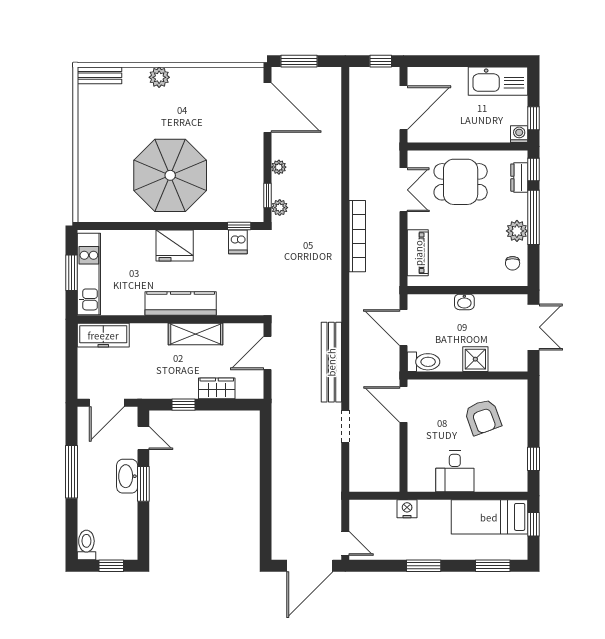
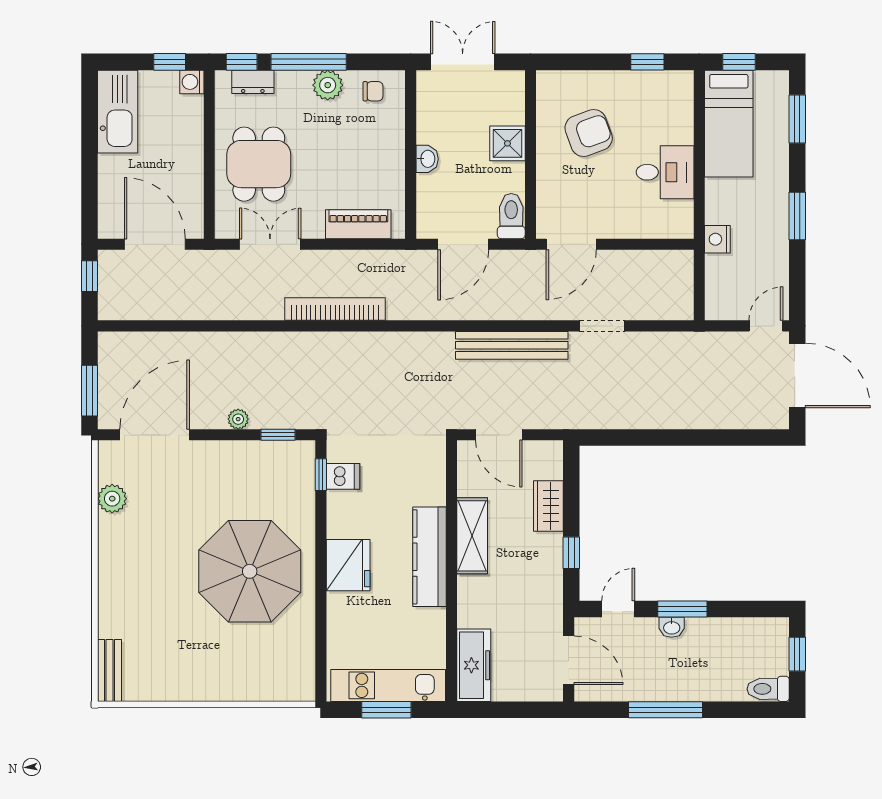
plant: (159, 77) -> (112, 499), moved
plant: (280, 208) -> (295, 418), removed
washbasin: (127, 476) -> (672, 627), width x0.52, depth x0.69

